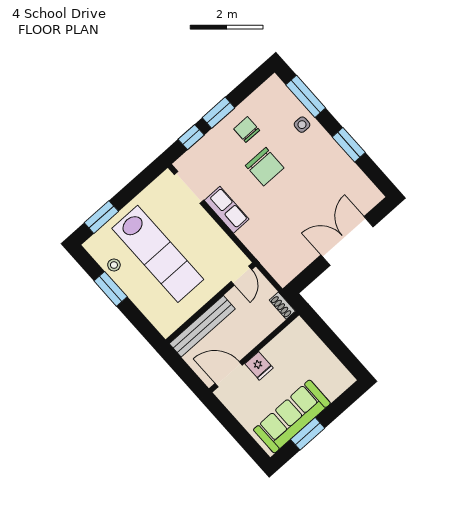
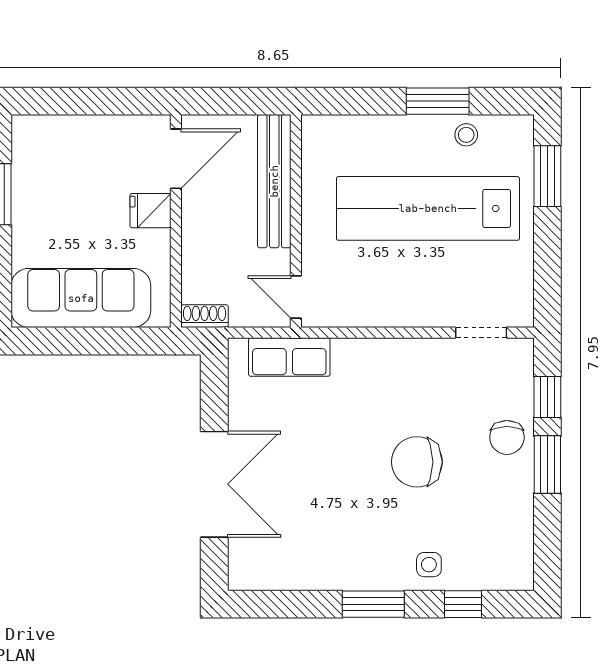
window: (306, 96) -> (463, 604), width x0.46
chair: (247, 130) -> (507, 437), moved, turned 90
window: (349, 145) -> (373, 604), moved
doorway: (189, 187) -> (481, 333), width x0.73
row of seats: (227, 210) -> (289, 357), moved
sofa: (292, 416) -> (81, 298), moved, turned -90

